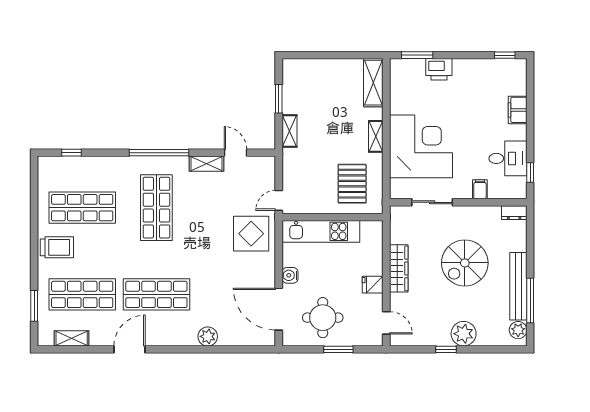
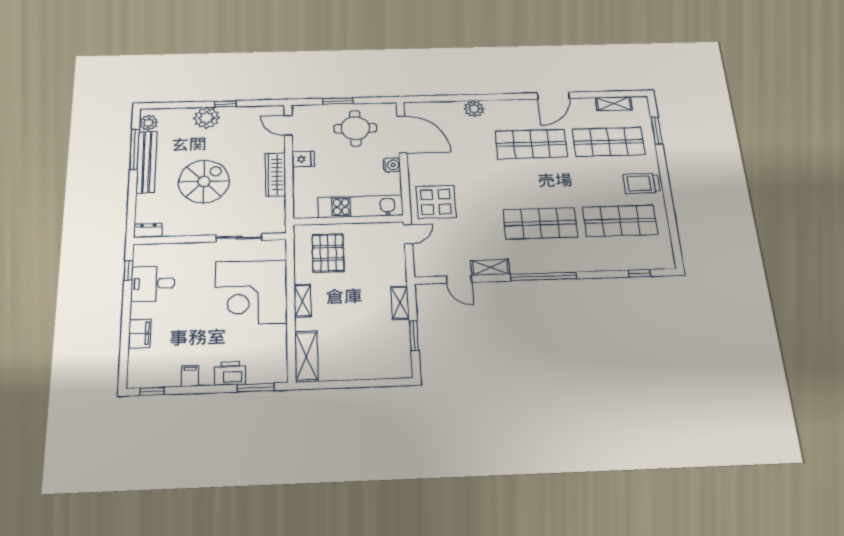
filing cabinet: (480, 189) -> (190, 376), moved, turned 180
shop shelf: (156, 208) -> (540, 223), turned 90

